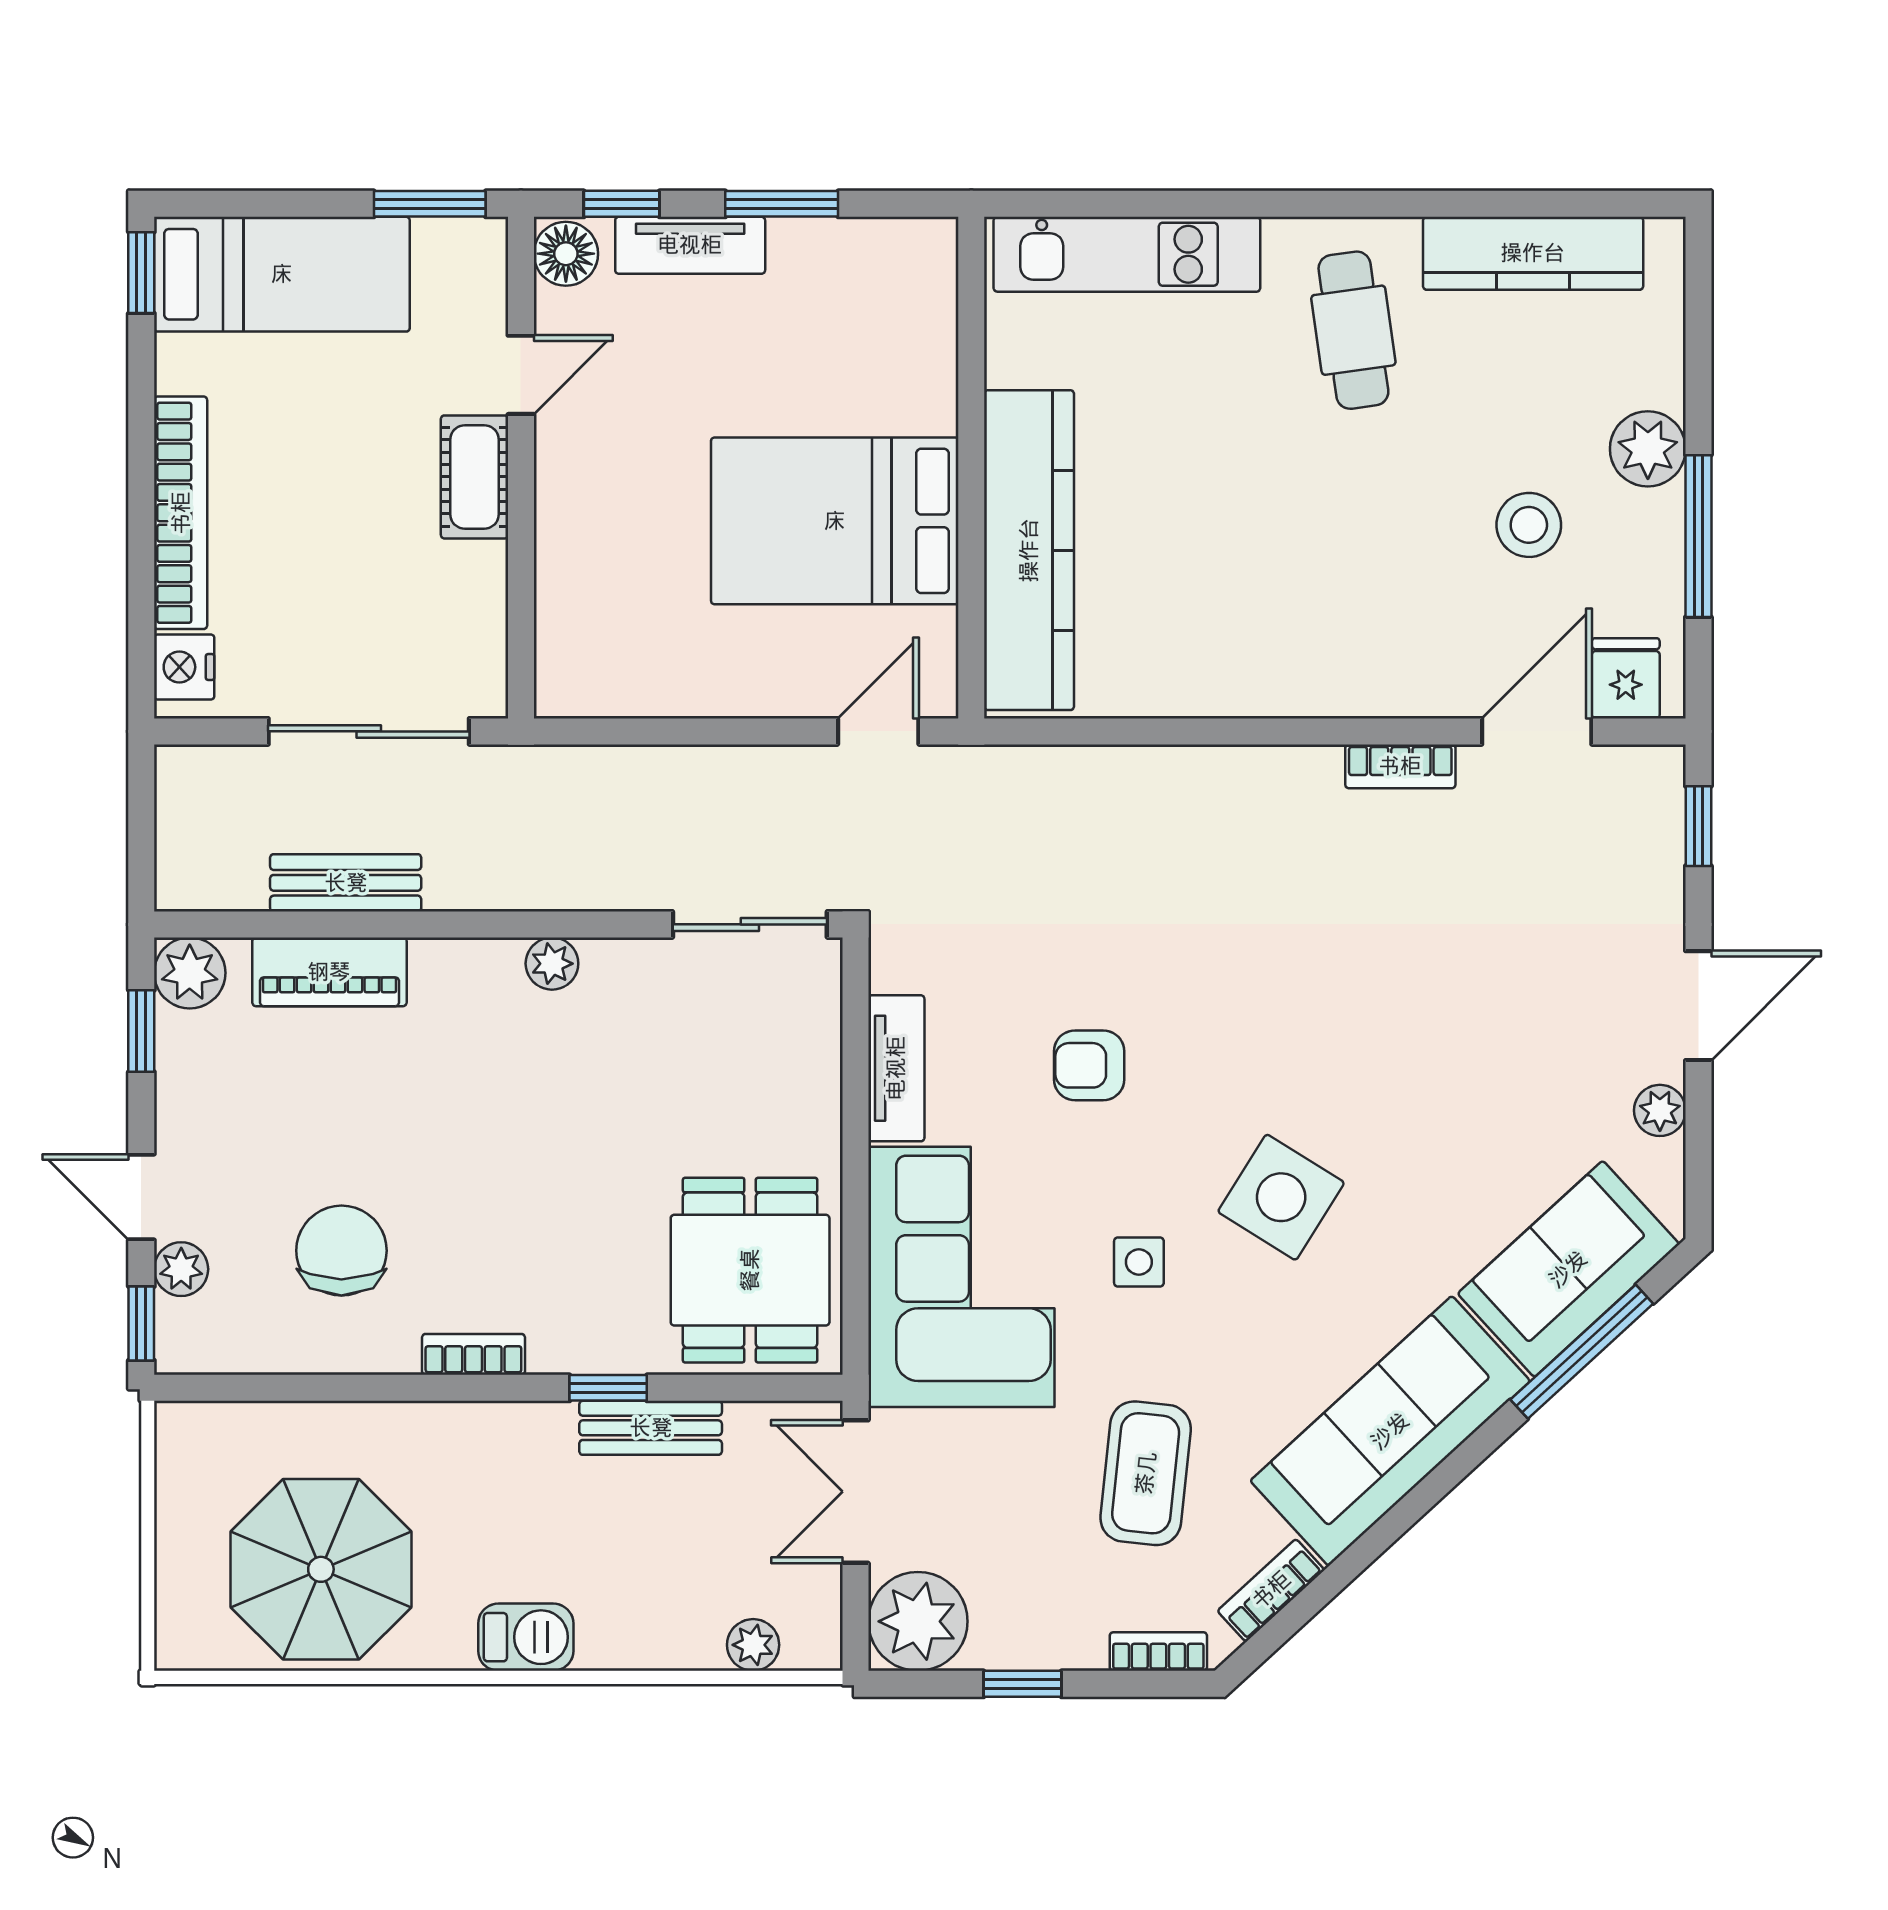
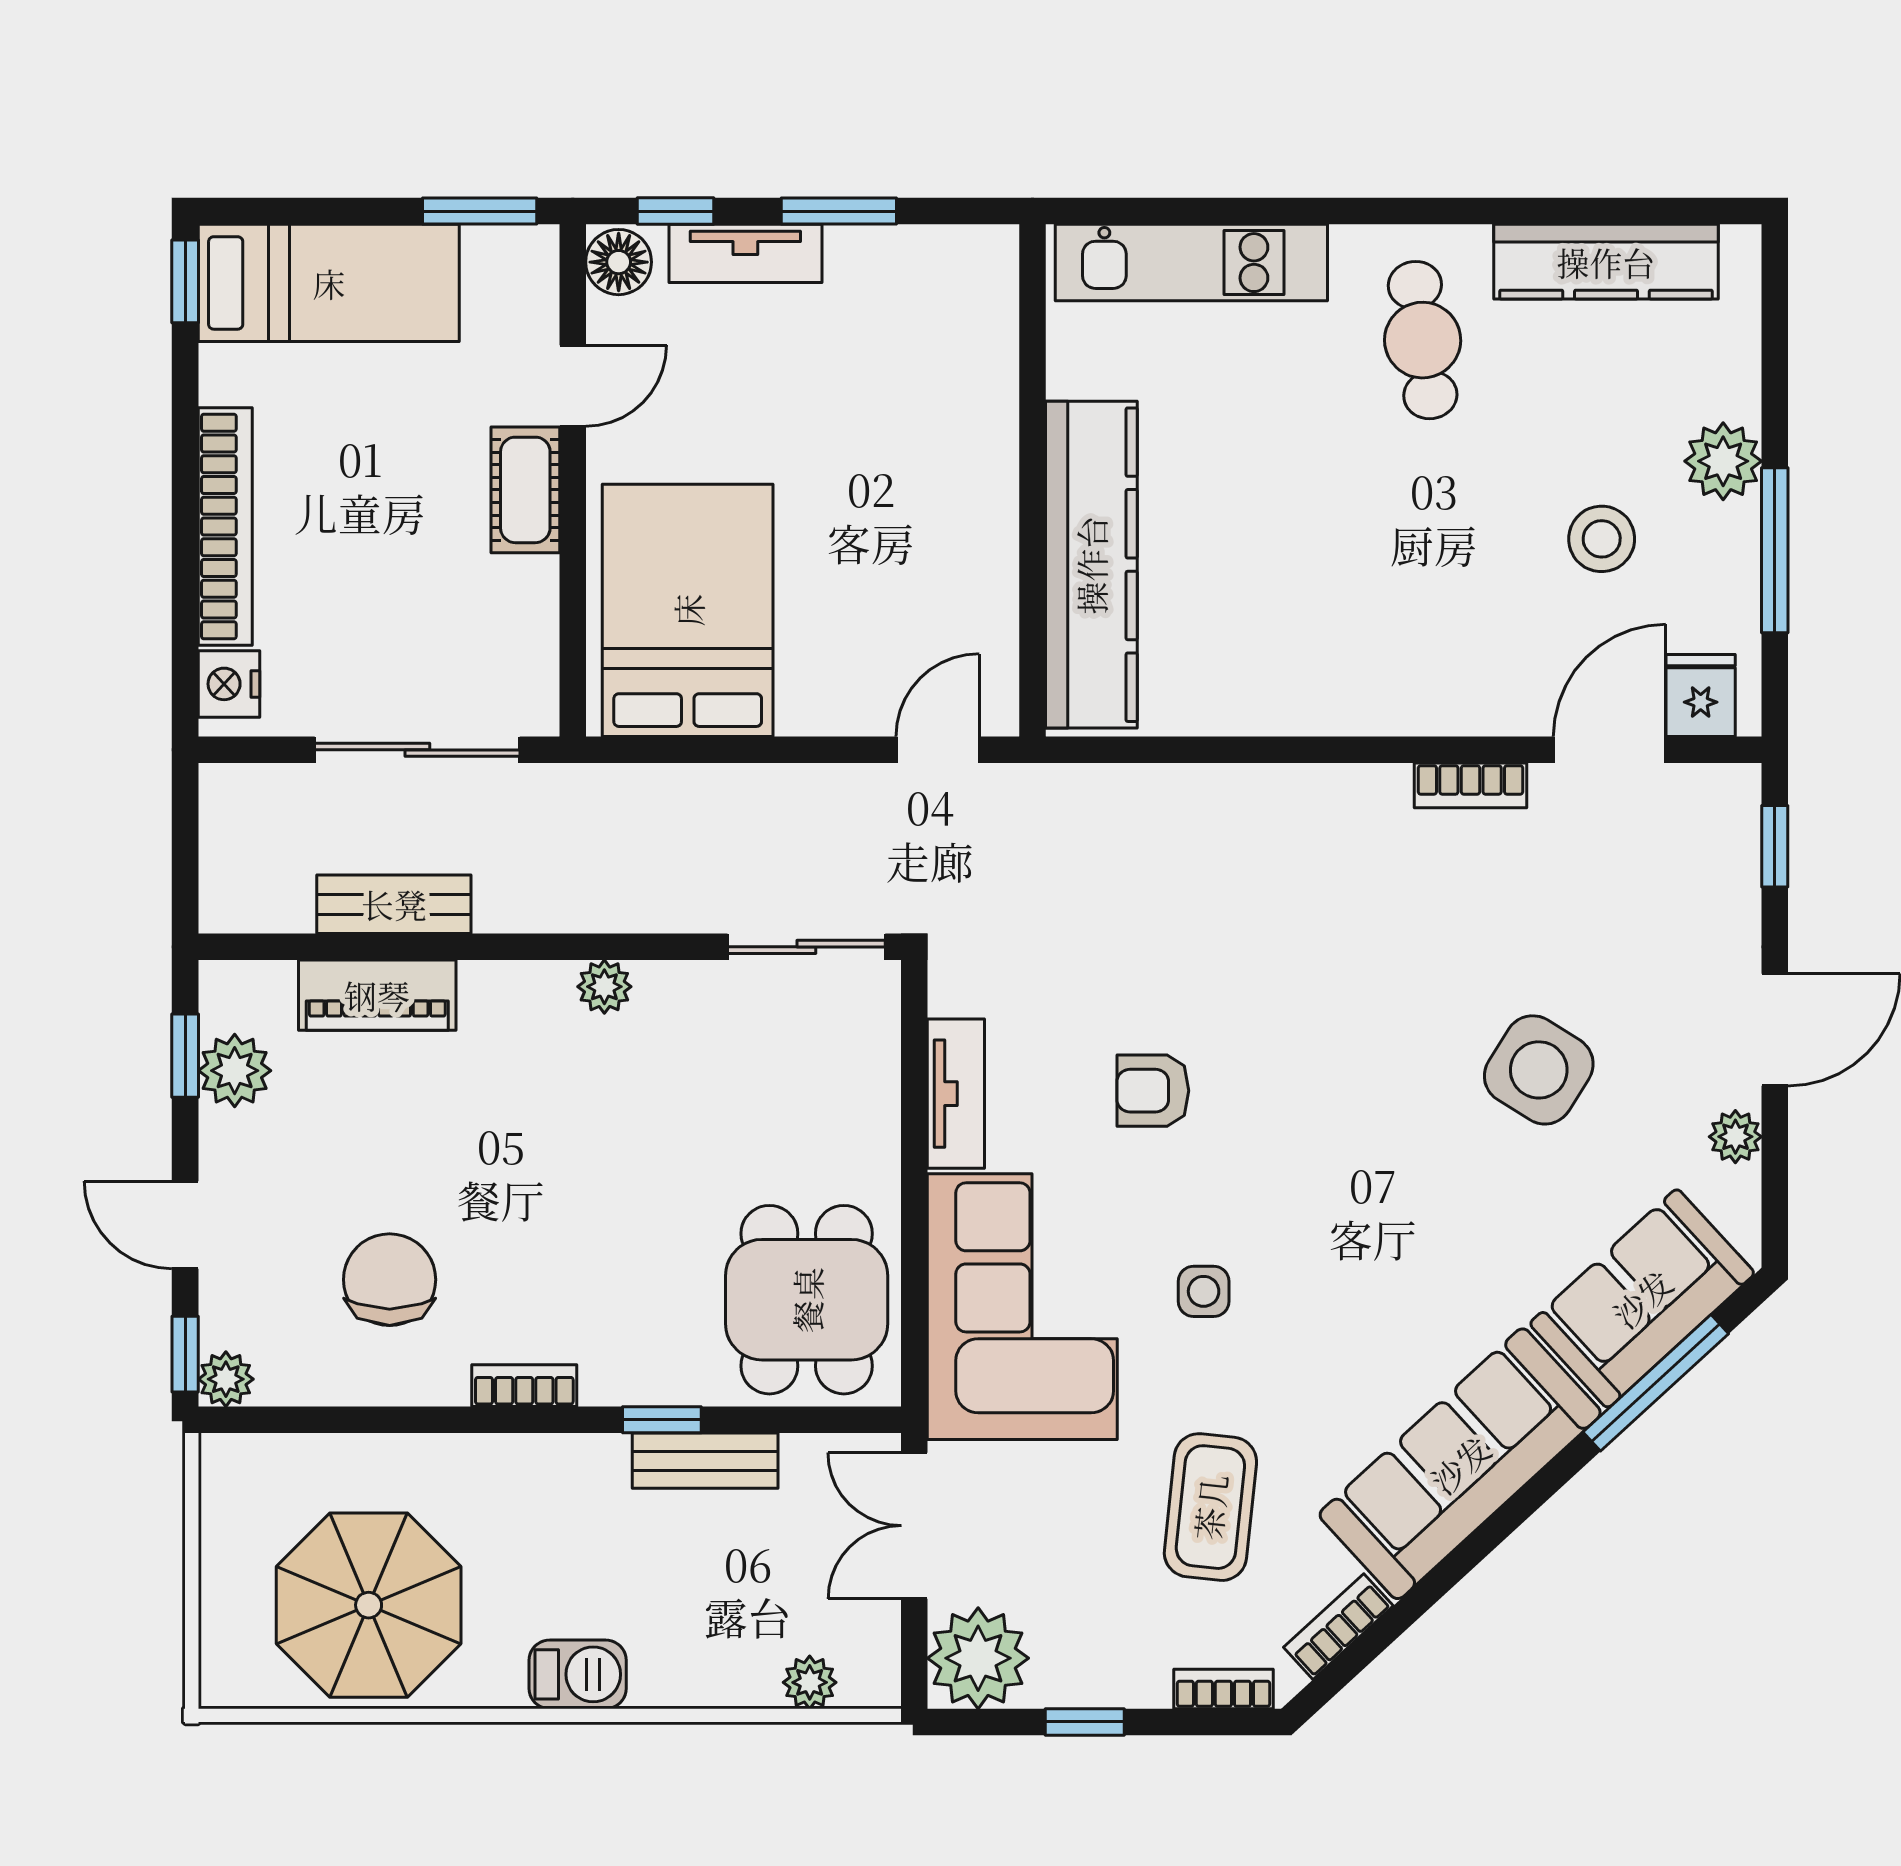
bed: (835, 521) -> (688, 610), moved, turned 90
plant: (190, 973) -> (235, 1071), moved
side table: (1281, 1197) -> (1539, 1070), moved
plant: (181, 1269) -> (226, 1379), moved

